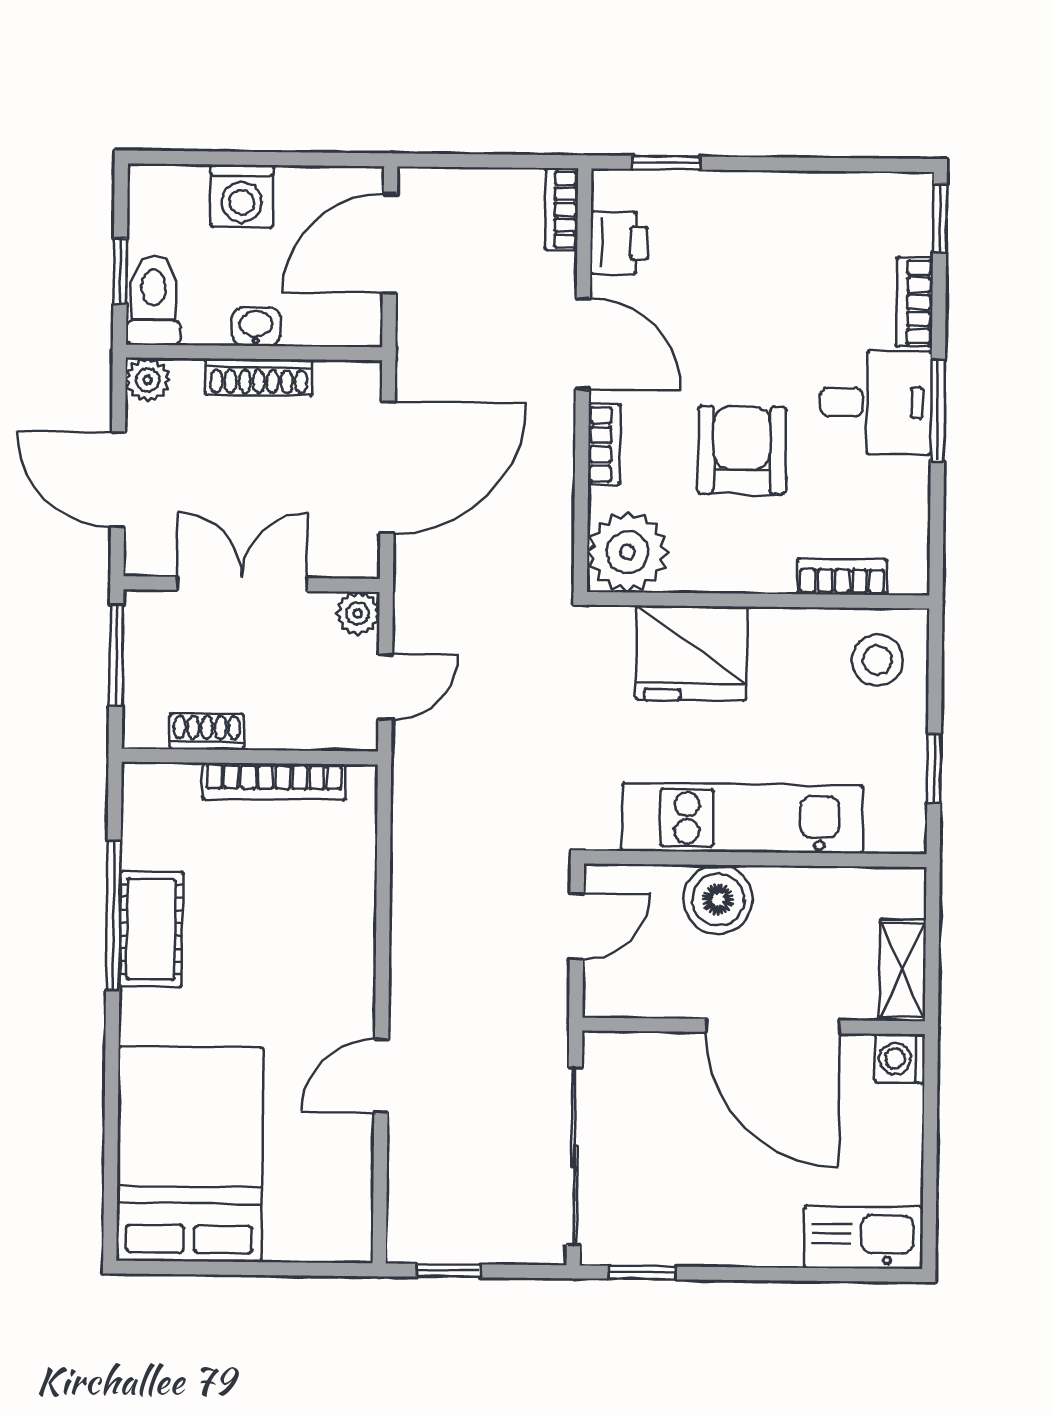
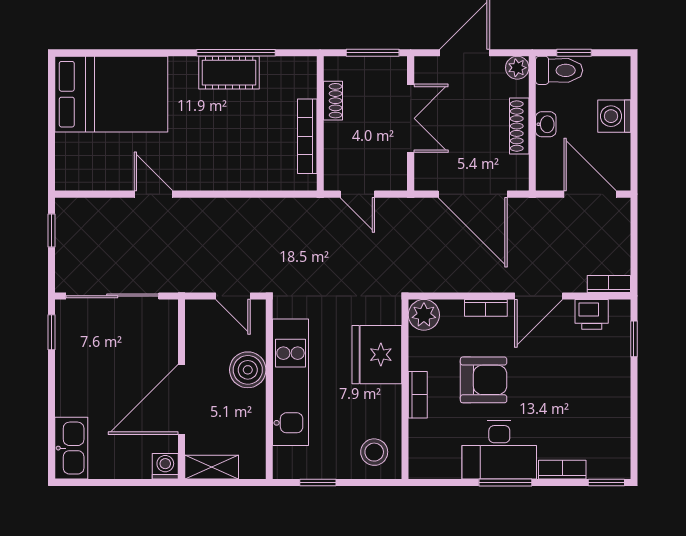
desk: (876, 402) -> (499, 450), width x1.37
plant: (628, 552) -> (424, 315), width x0.73, depth x0.73
bookcase: (842, 577) -> (418, 395), moved
plant: (358, 613) -> (396, 179), removed

